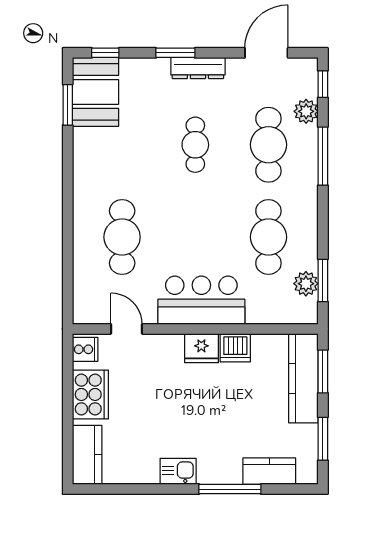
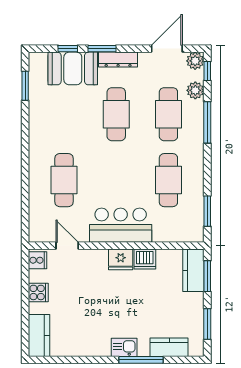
window: (105, 53) -> (68, 49), moved
booth: (95, 92) -> (73, 68), moved, turned 90
cafe table: (195, 145) -> (116, 114), width x1.37, depth x1.35
plant: (306, 284) -> (195, 61), moved
kitchen counter: (303, 378) -> (193, 270), width x0.67
cooker: (90, 394) -> (38, 292), width x0.53, depth x0.76
kitchen sink: (178, 471) -> (124, 347), moved

